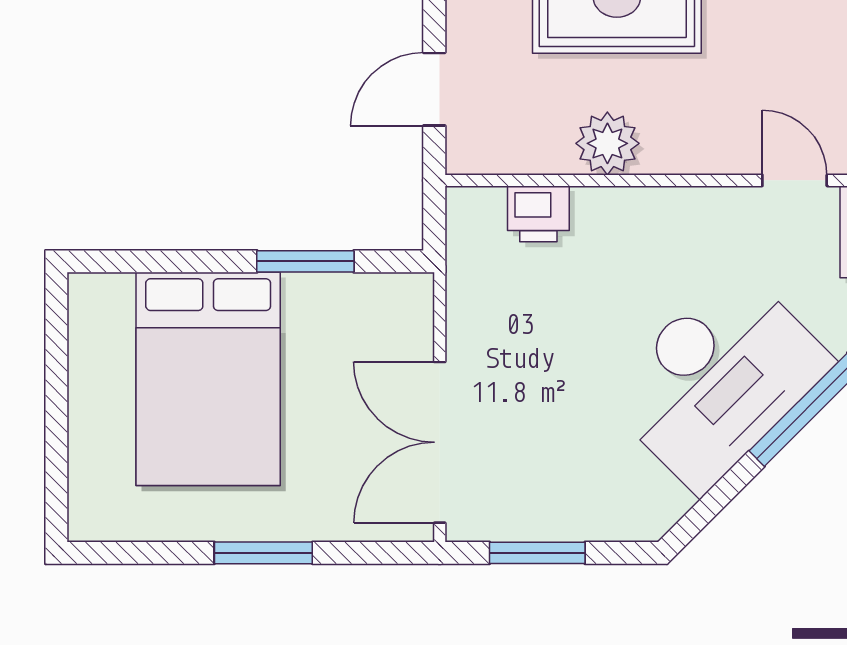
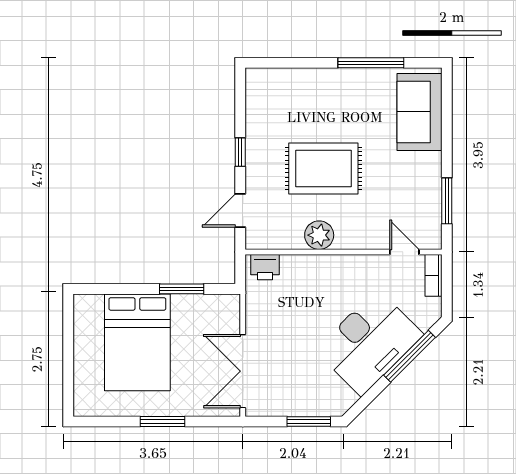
printer: (538, 214) -> (265, 267), moved
window: (537, 553) -> (309, 422), moved

